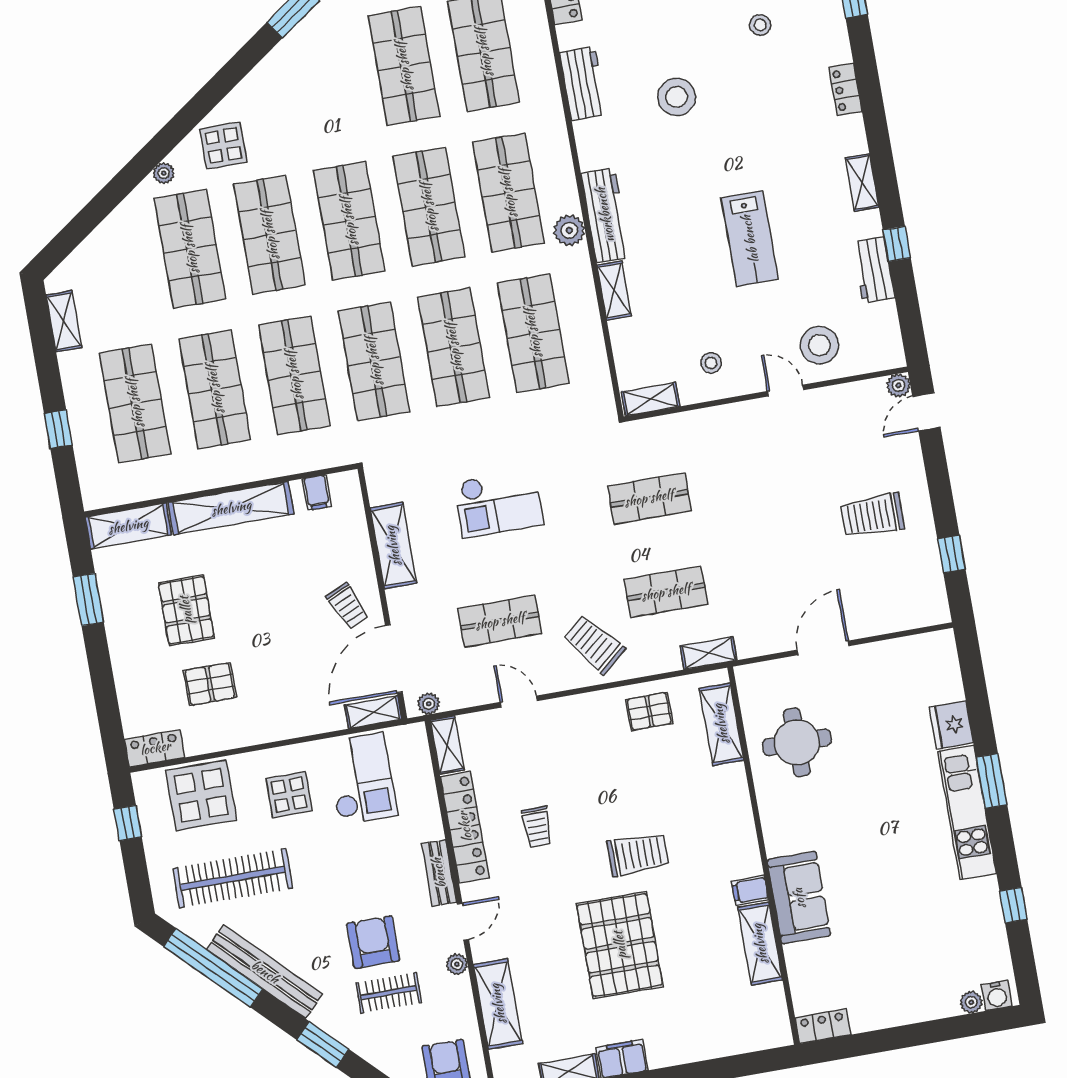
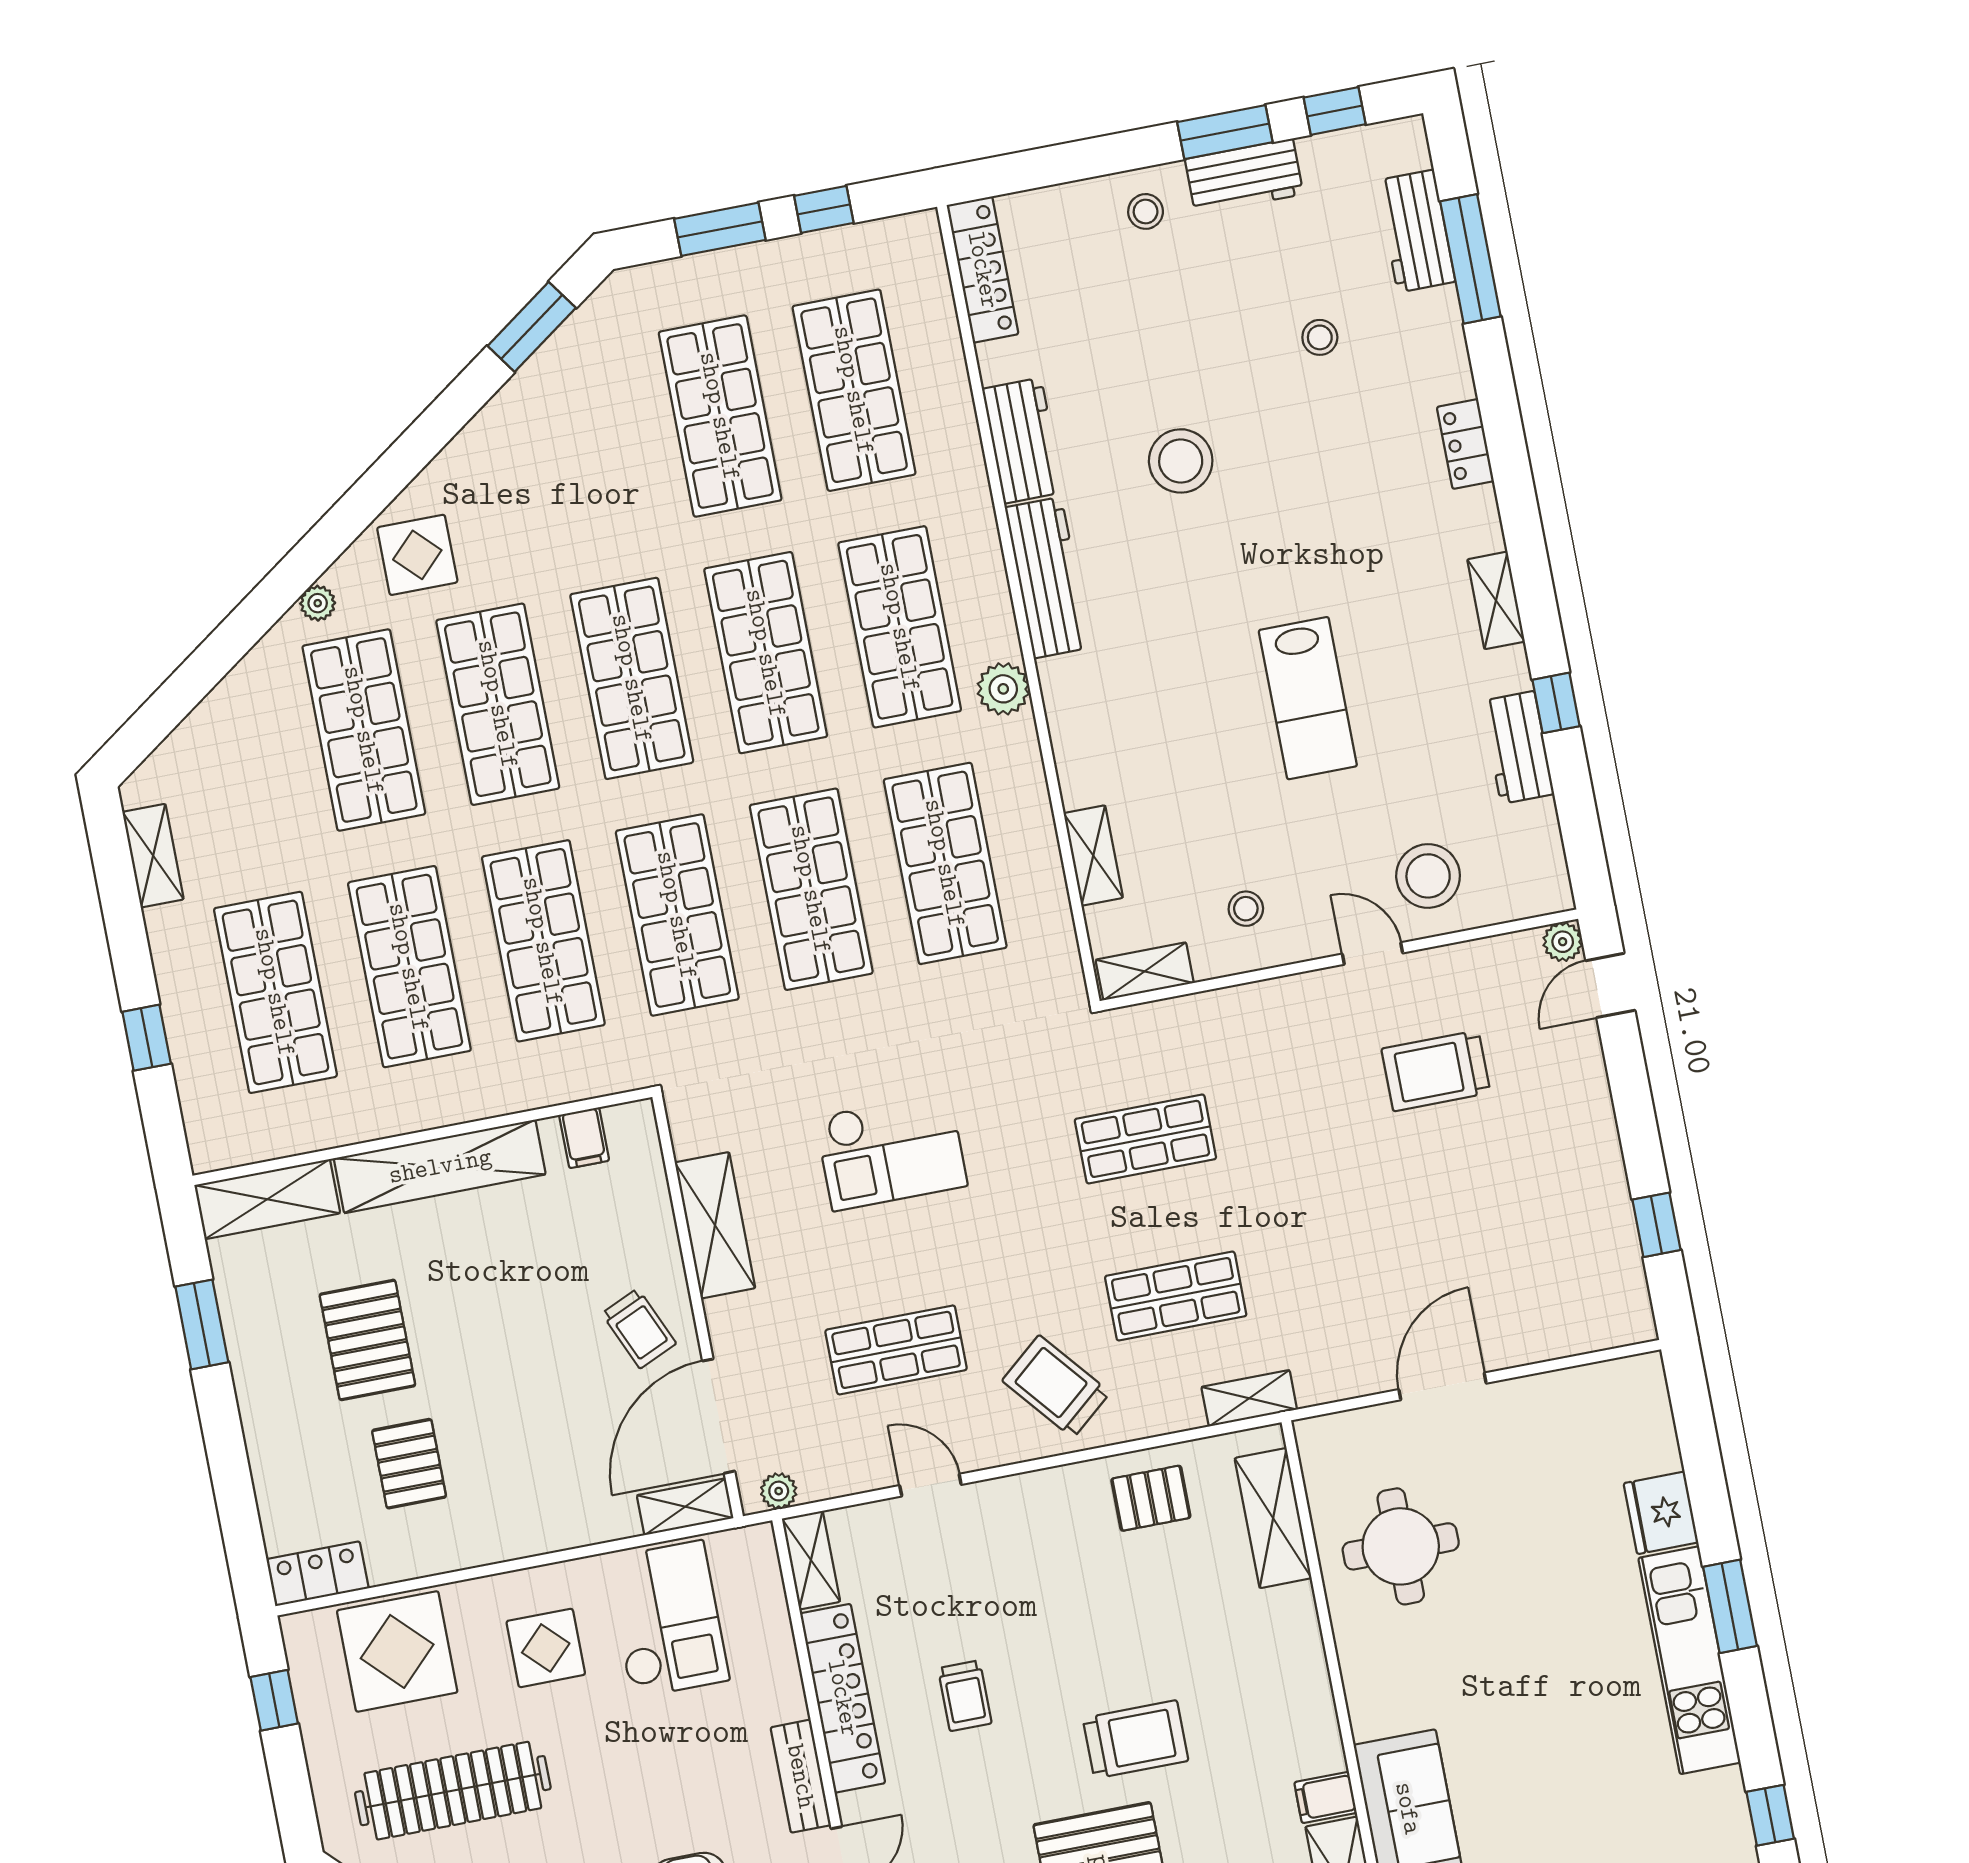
workbench: (605, 215) -> (1048, 578), moved
shelving: (614, 291) -> (1093, 855), moved
trolley: (872, 515) -> (1436, 1071), moved
pallet: (210, 684) -> (409, 1464), turned 90

